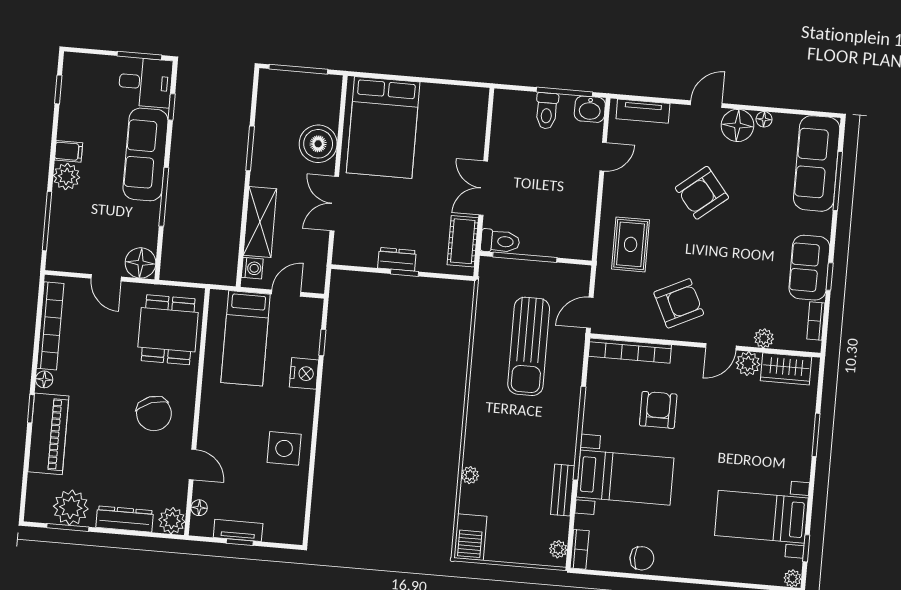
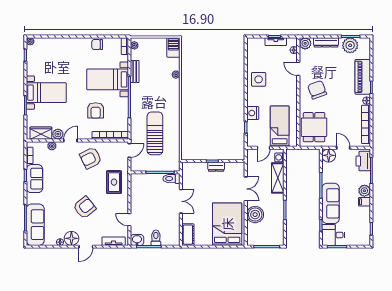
door: (603, 157) -> (129, 220), hinge flipped
cot: (463, 241) -> (188, 235), moved
printer: (64, 244) -> (363, 161), added
bed with nightstands: (761, 517) -> (46, 93), moved

